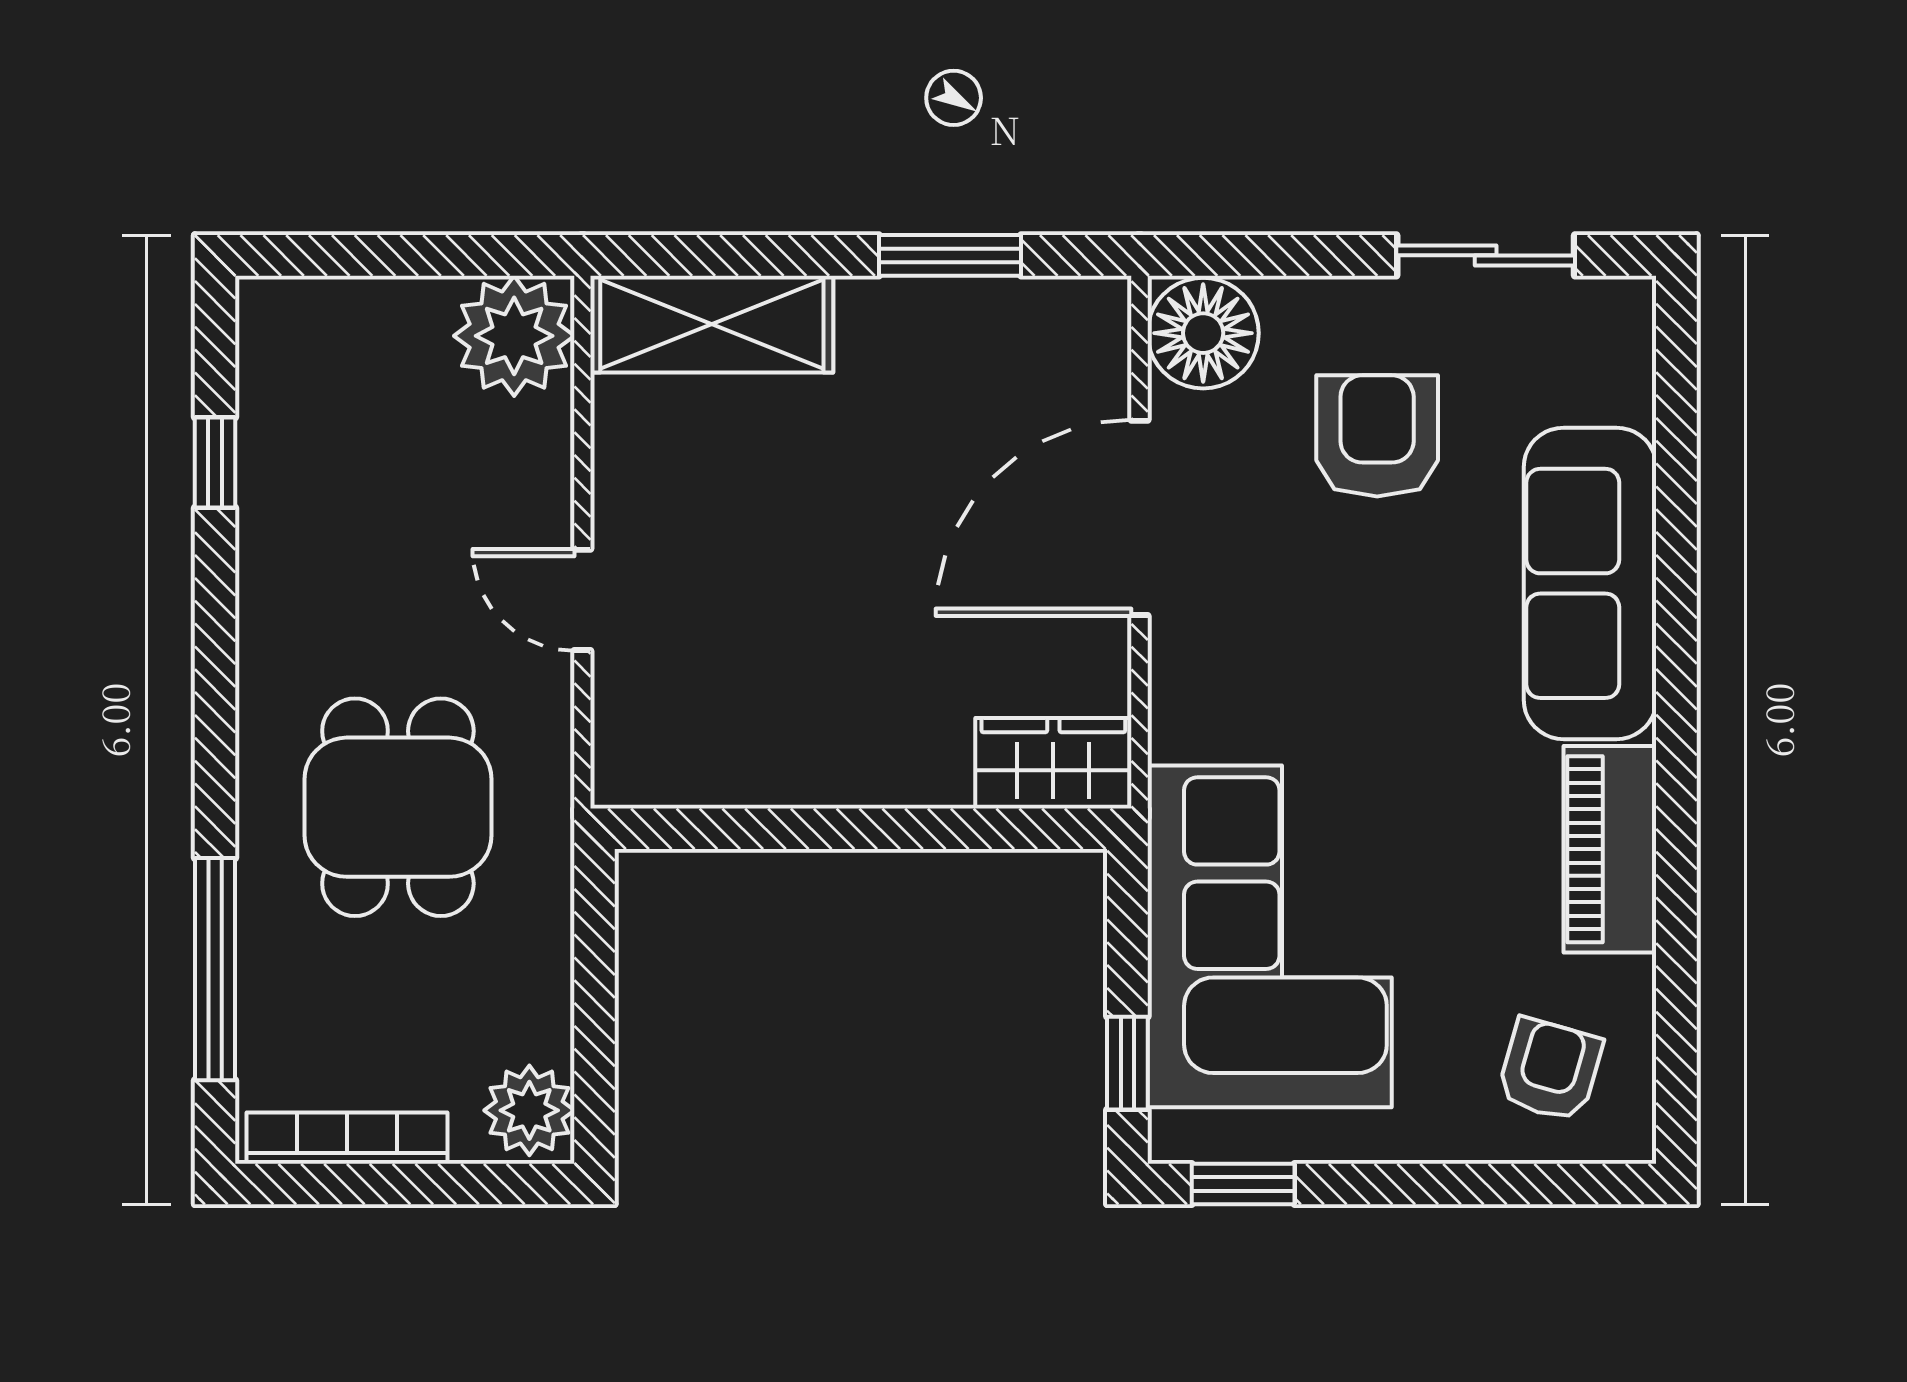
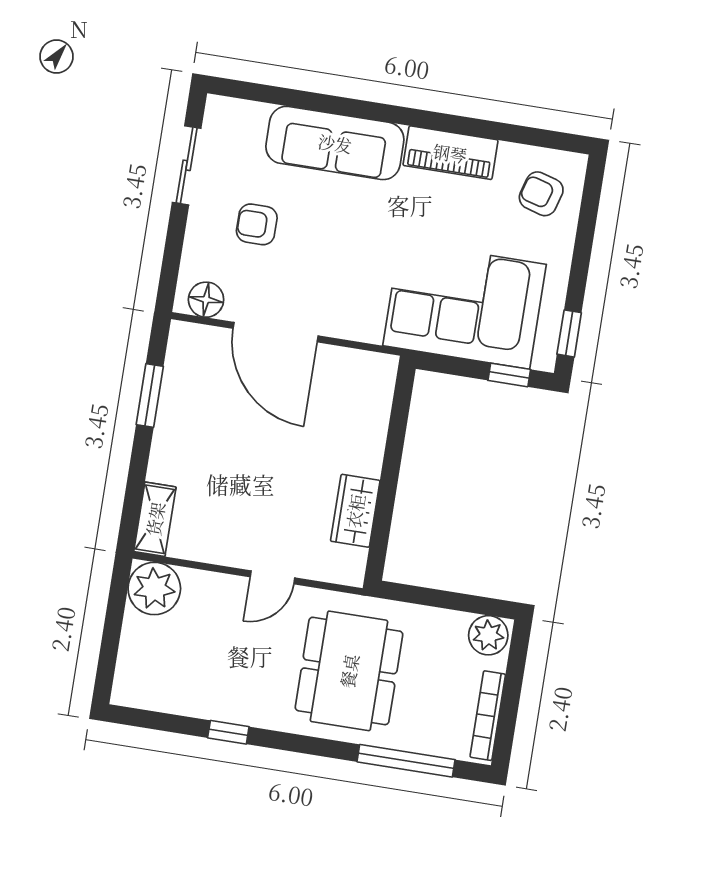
shelving: (712, 324) -> (155, 519), width x0.67, depth x0.75
floor lamp: (1203, 333) -> (206, 300), width x0.73, depth x0.73
armchair: (1377, 436) -> (257, 224), width x0.72, depth x0.72
window: (215, 462) -> (228, 732), moved
wardrobe: (1053, 763) -> (355, 511), moved
dining table: (398, 807) -> (349, 671), width x1.38

